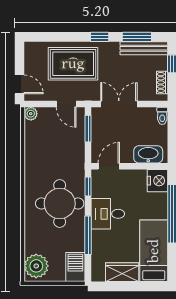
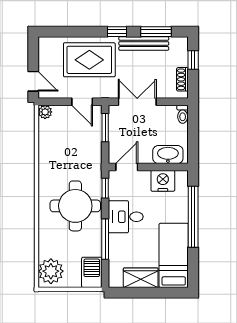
bench: (144, 48) -> (144, 43), moved
nightstand: (158, 181) -> (163, 181), moved, turned -90

